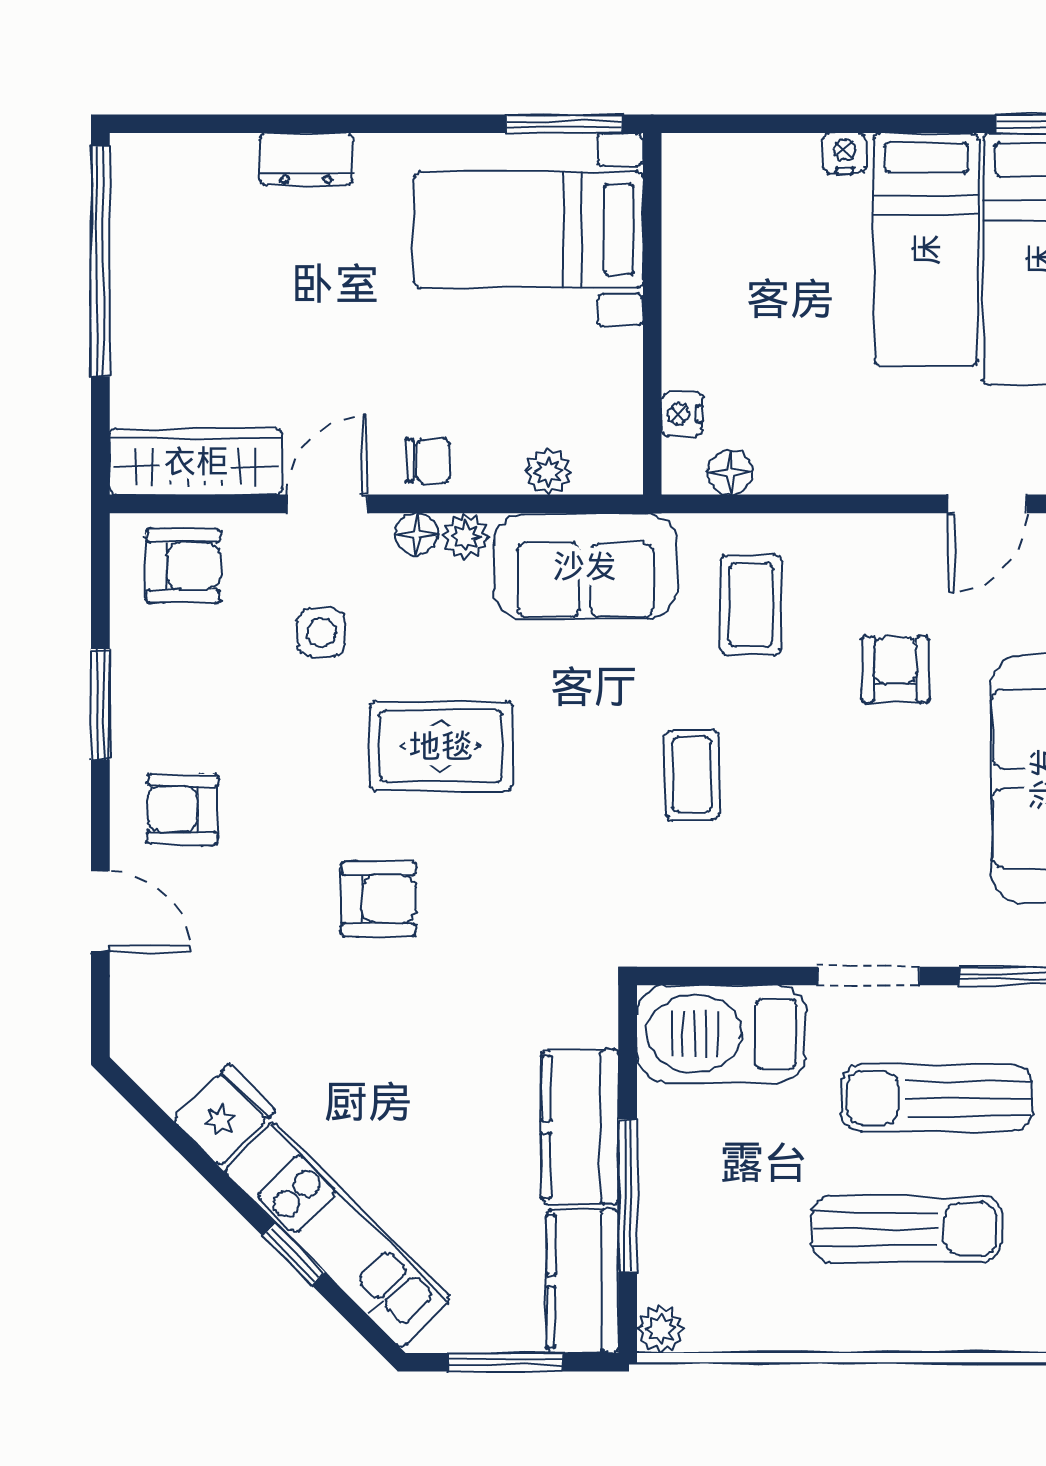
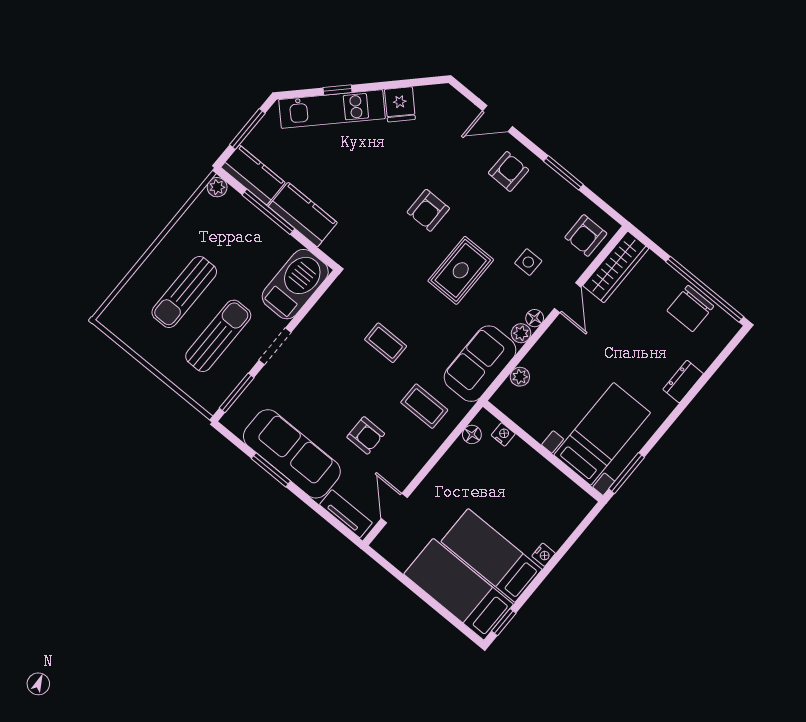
chair: (428, 461) -> (690, 308), moved, width x1.87, depth x1.87

